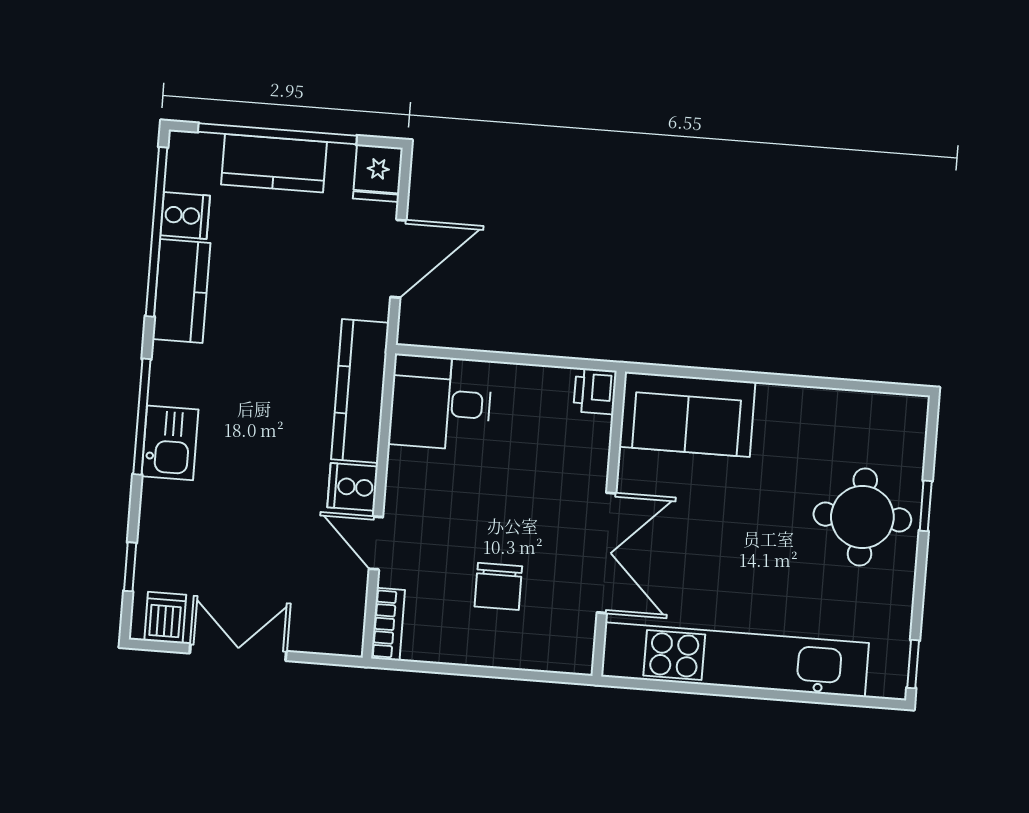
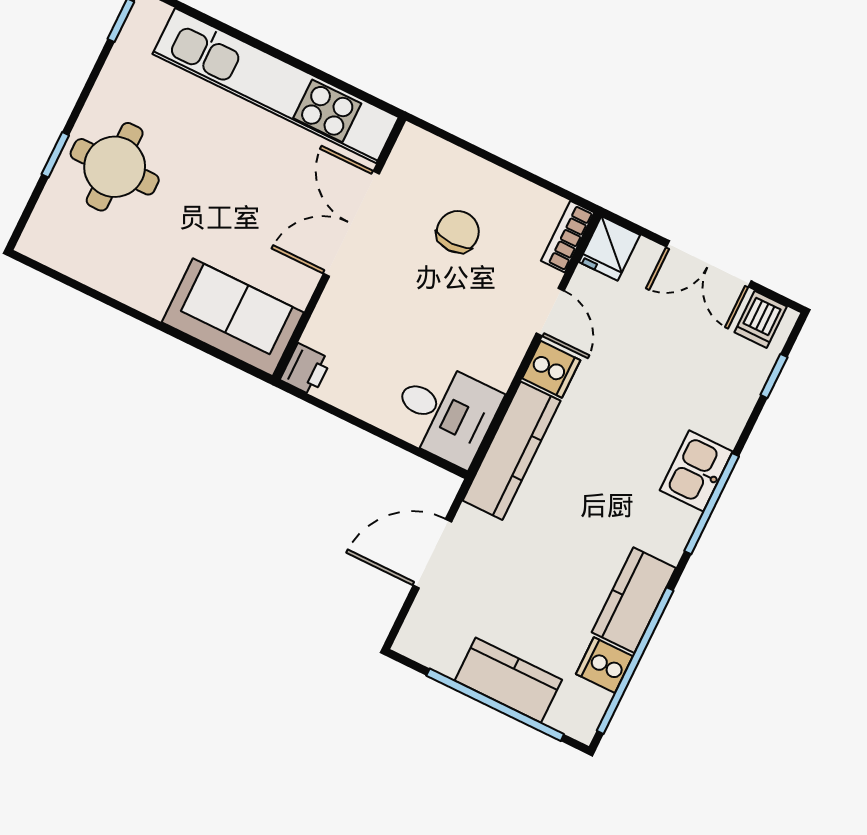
fridge: (378, 173) -> (610, 248), moved, turned 180

